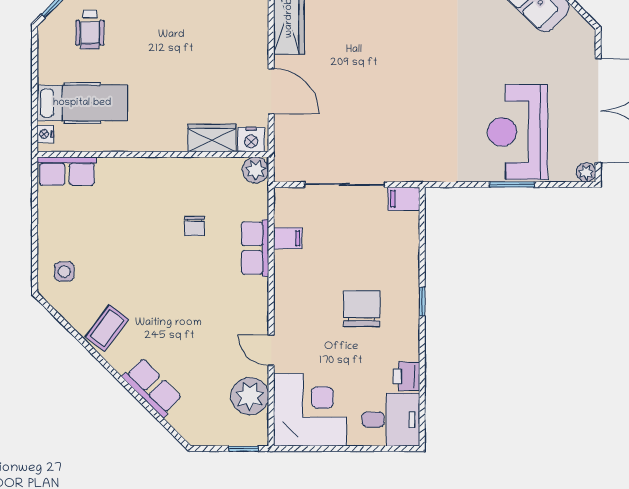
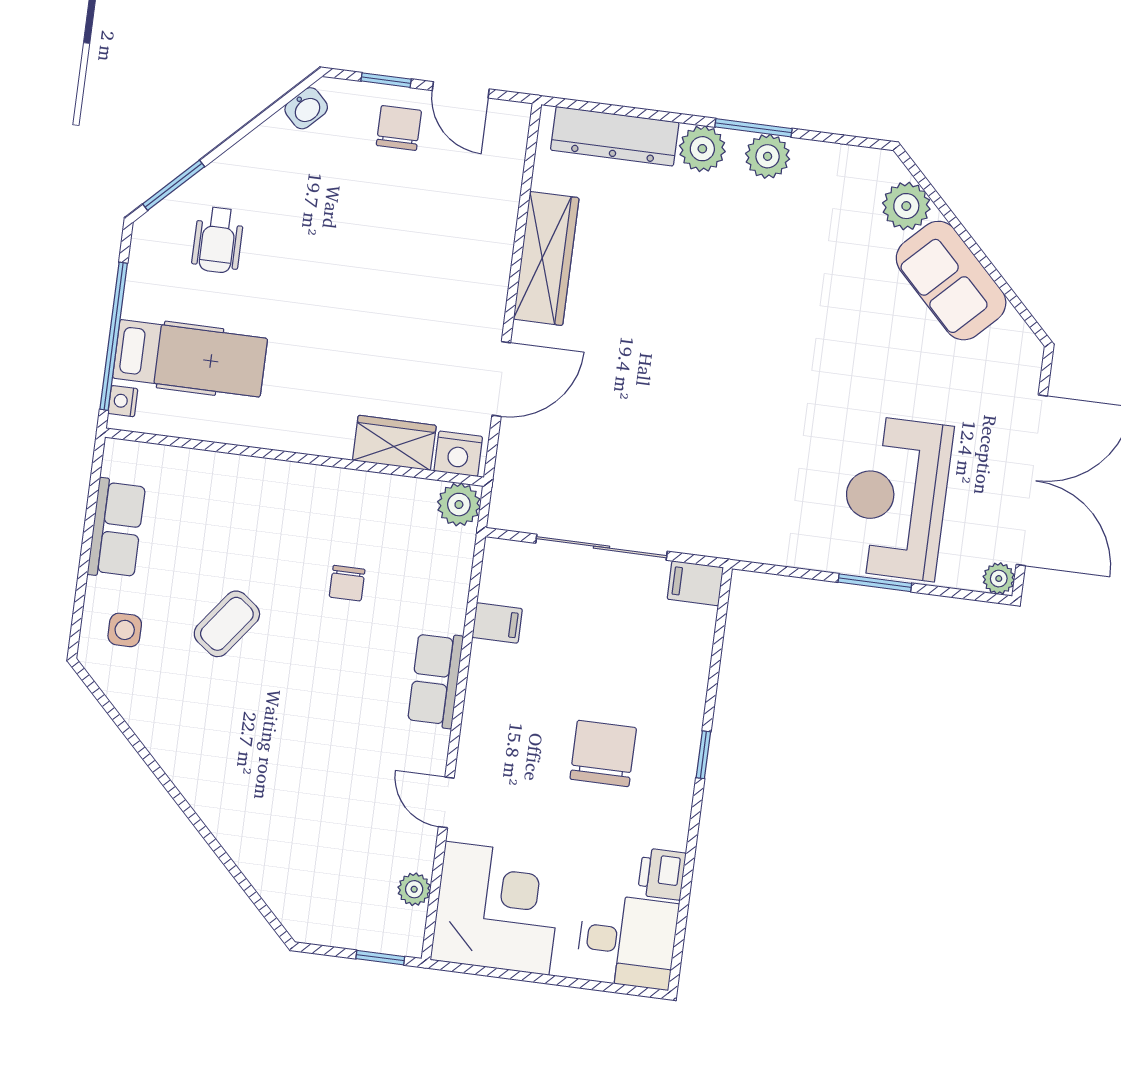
door: (271, 91) -> (501, 379), hinge flipped
window: (35, 96) -> (114, 336), added
row of seats: (67, 171) -> (116, 529), moved, turned -90
row of seats: (255, 248) -> (435, 680), moved
coffee table: (107, 328) -> (227, 624), moved
row of seats: (152, 387) -> (244, 838), removed
plant: (250, 396) -> (414, 889), width x0.53, depth x0.53

